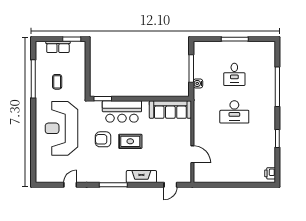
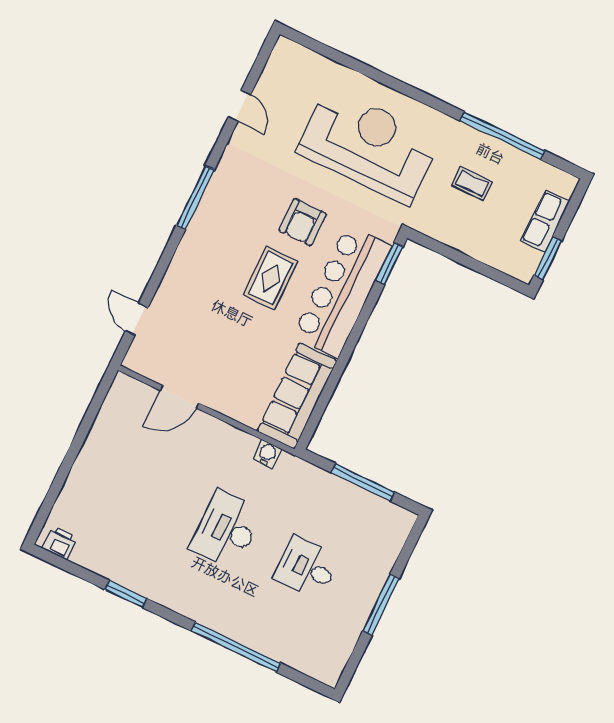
water cooler: (198, 83) -> (267, 454), moved
bar counter: (122, 111) -> (342, 291), width x1.36
armchair: (103, 139) -> (302, 222), turned 180
fireplace: (141, 177) -> (184, 266), removed

